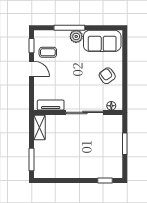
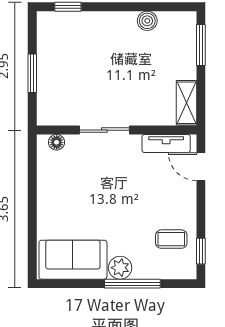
door: (32, 69) -> (201, 167), moved
armchair: (107, 76) -> (64, 197), removed
sliding door: (85, 112) -> (104, 130), width x0.73
boiler: (61, 173) -> (147, 21), added

